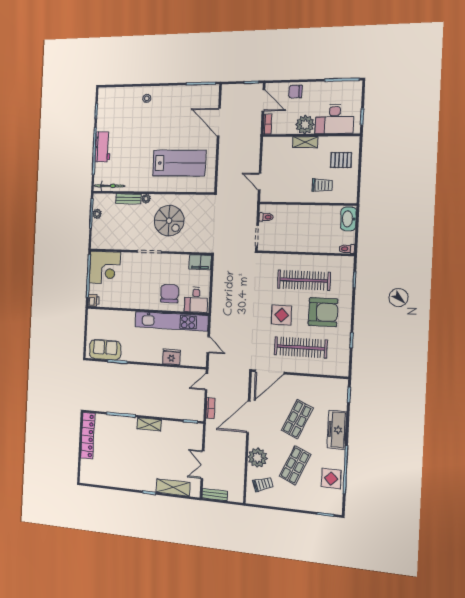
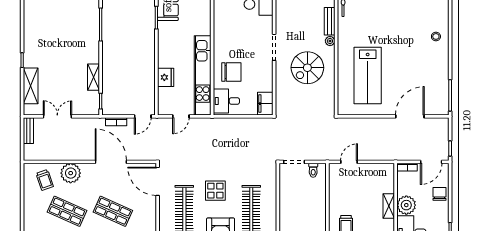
door: (206, 382) -> (143, 116), swing flipped
shelving: (149, 424) -> (93, 77), moved

